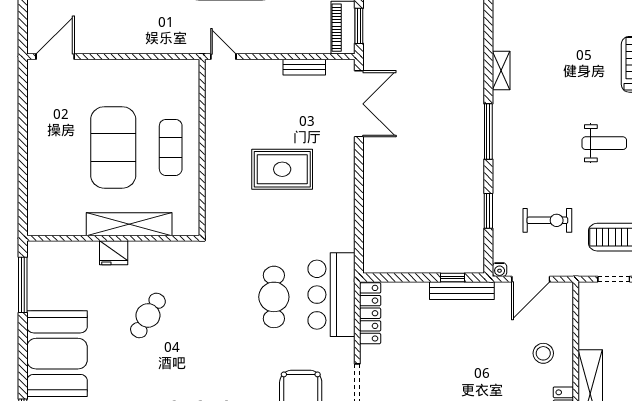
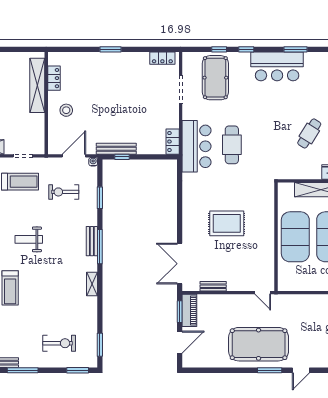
bench: (502, 140) -> (92, 241), added
exercise mat: (171, 147) -> (295, 237), width x2.00, depth x1.45
locker: (370, 313) -> (173, 142), width x0.66

